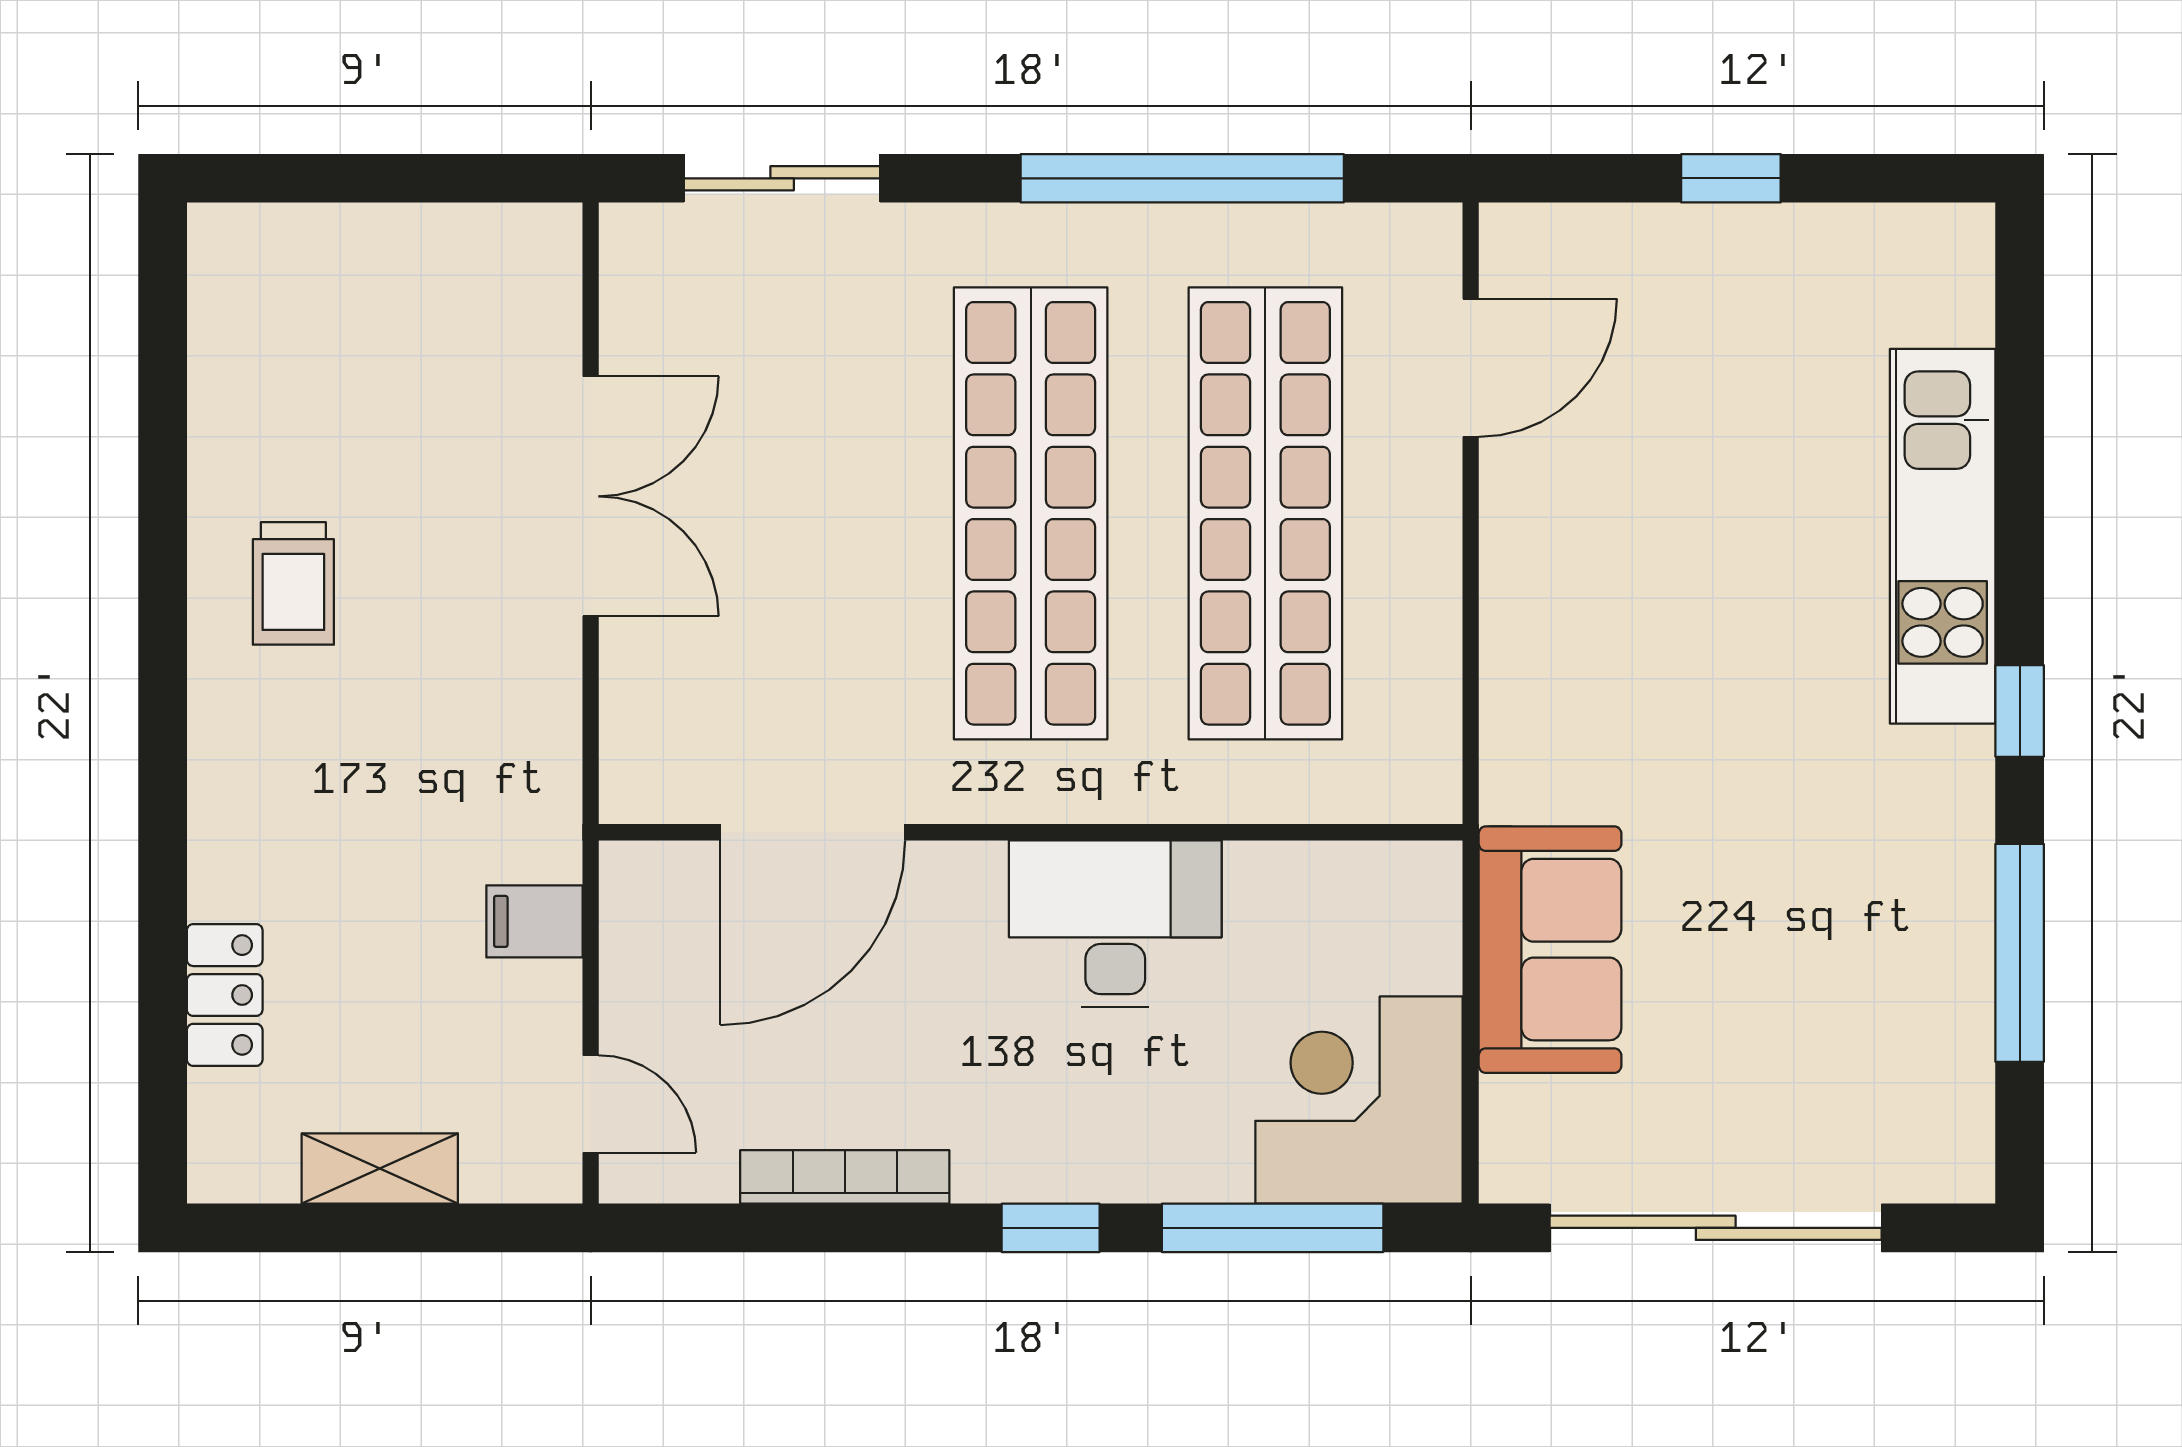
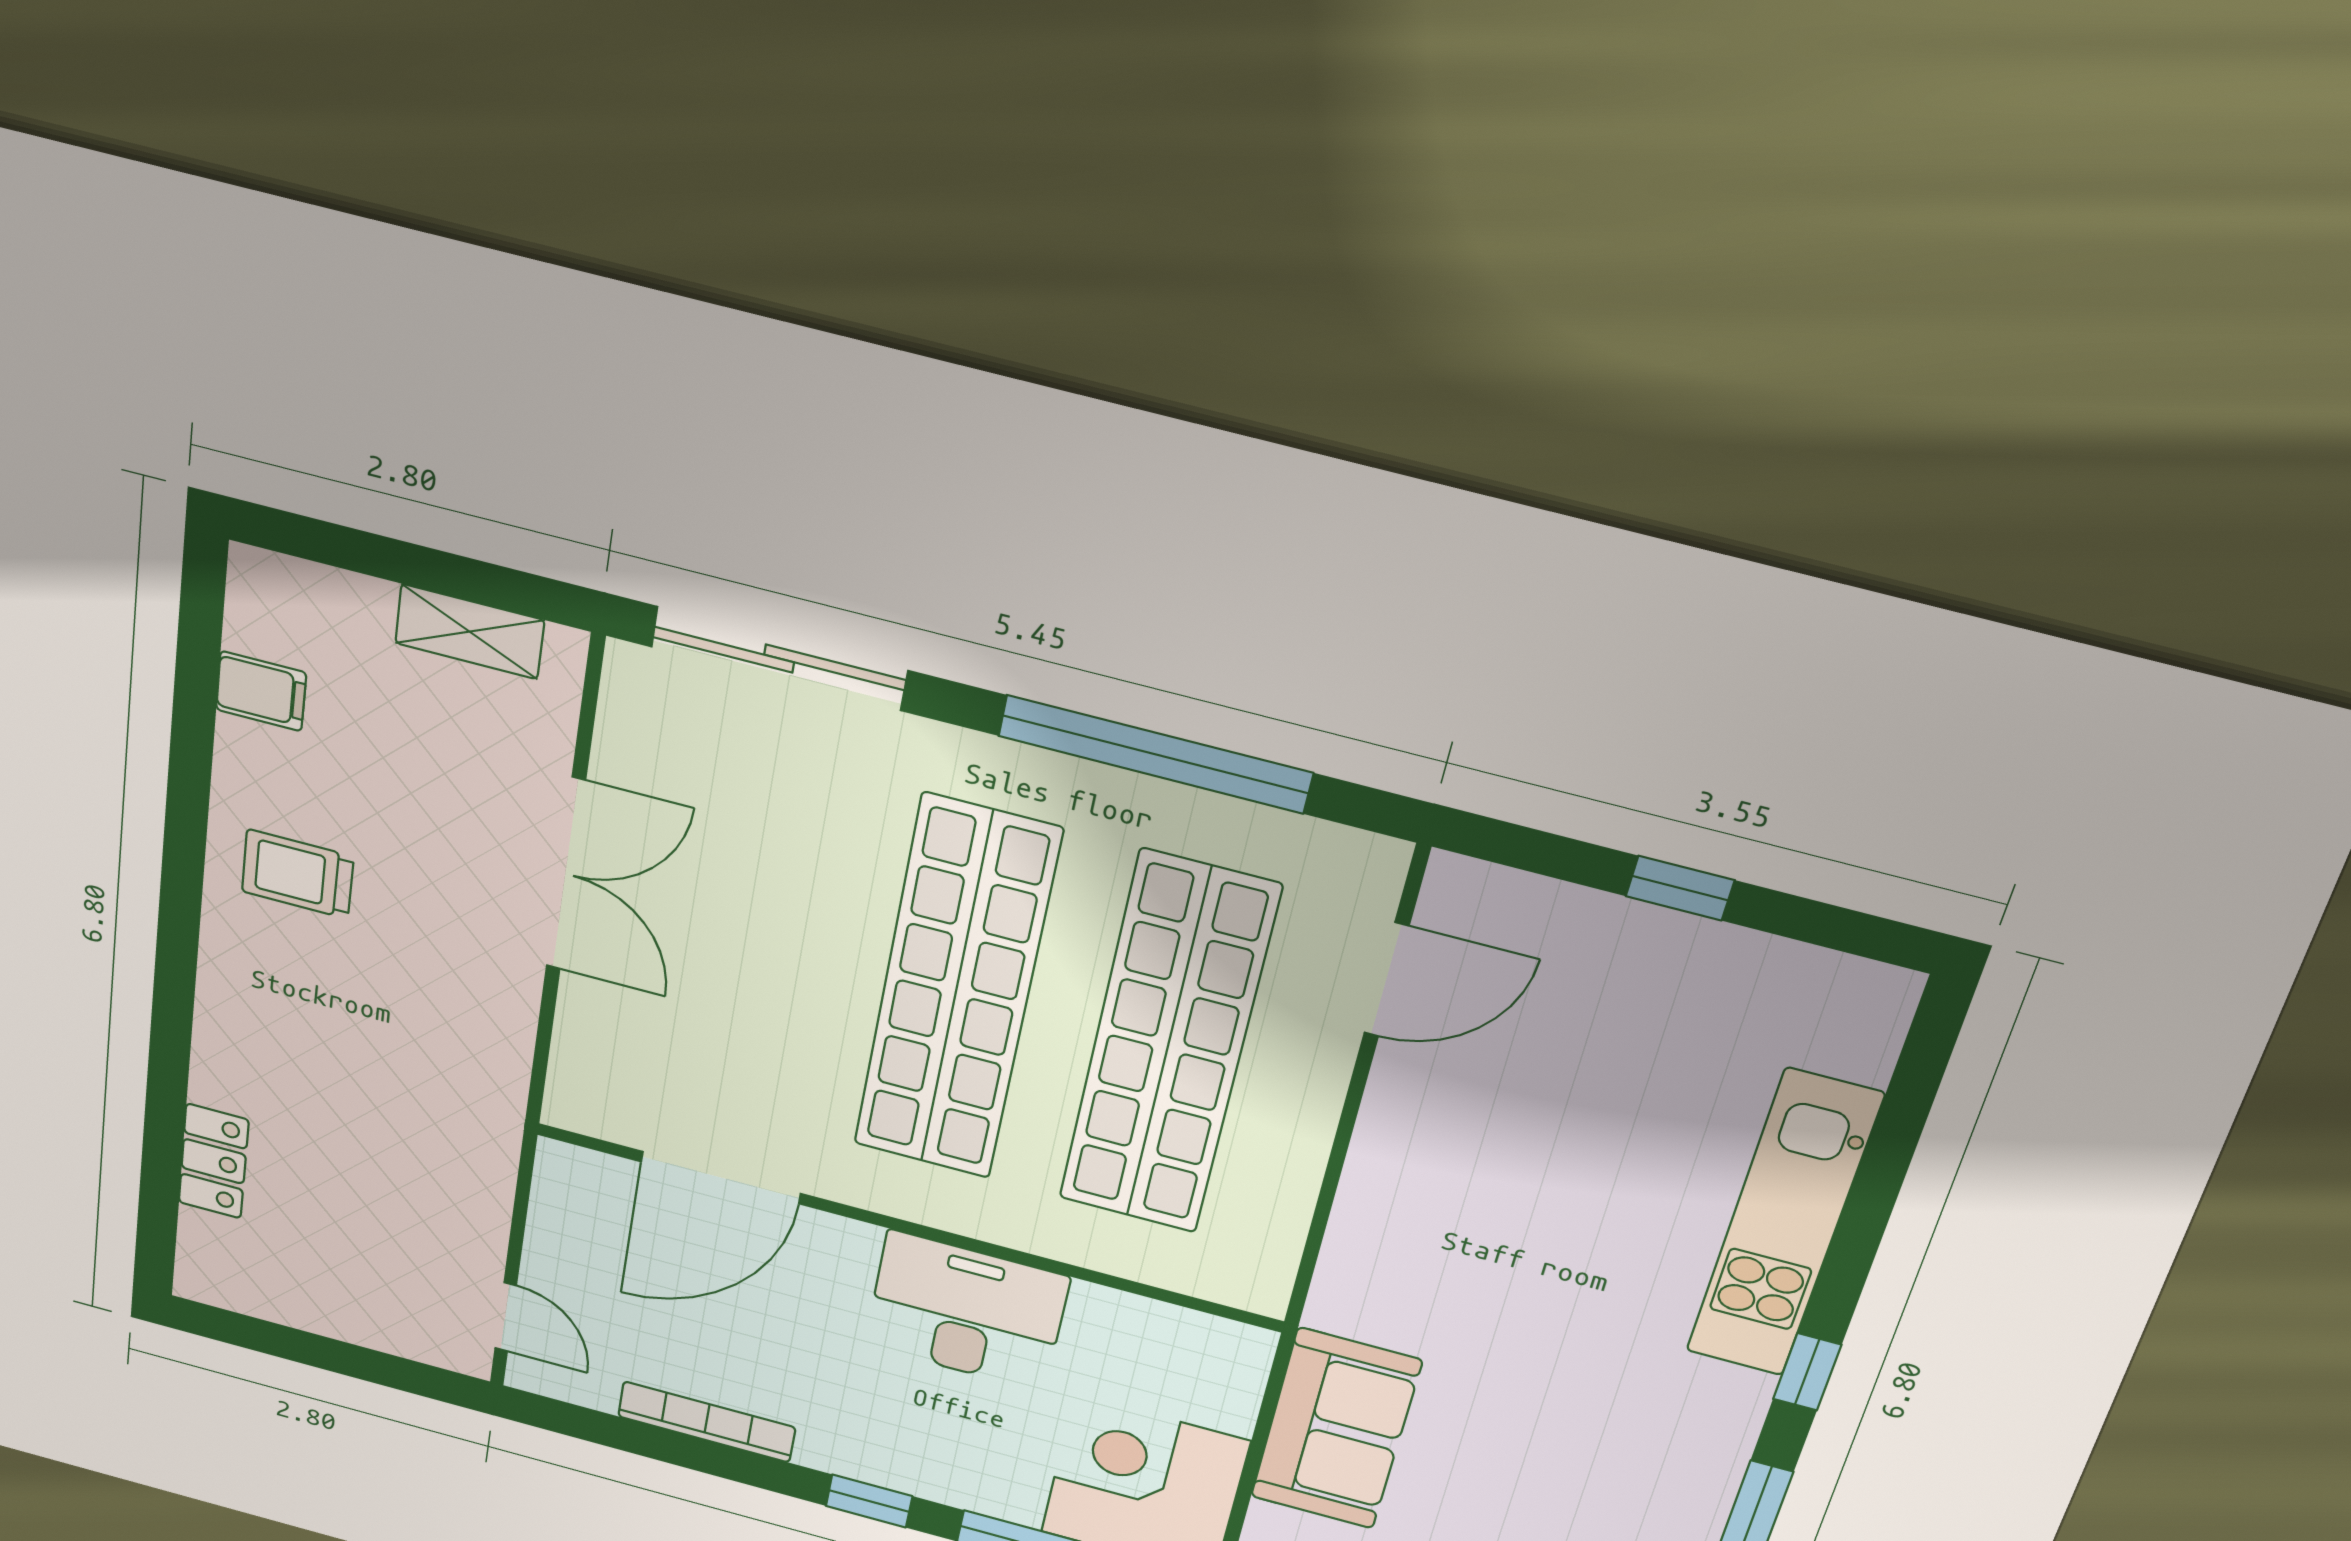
sliding door: (782, 178) -> (779, 659), width x1.37
trolley: (293, 583) -> (298, 874), turned 90
filing cabinet: (534, 921) -> (261, 691), moved, turned 180
shelving: (380, 1168) -> (470, 632), moved

